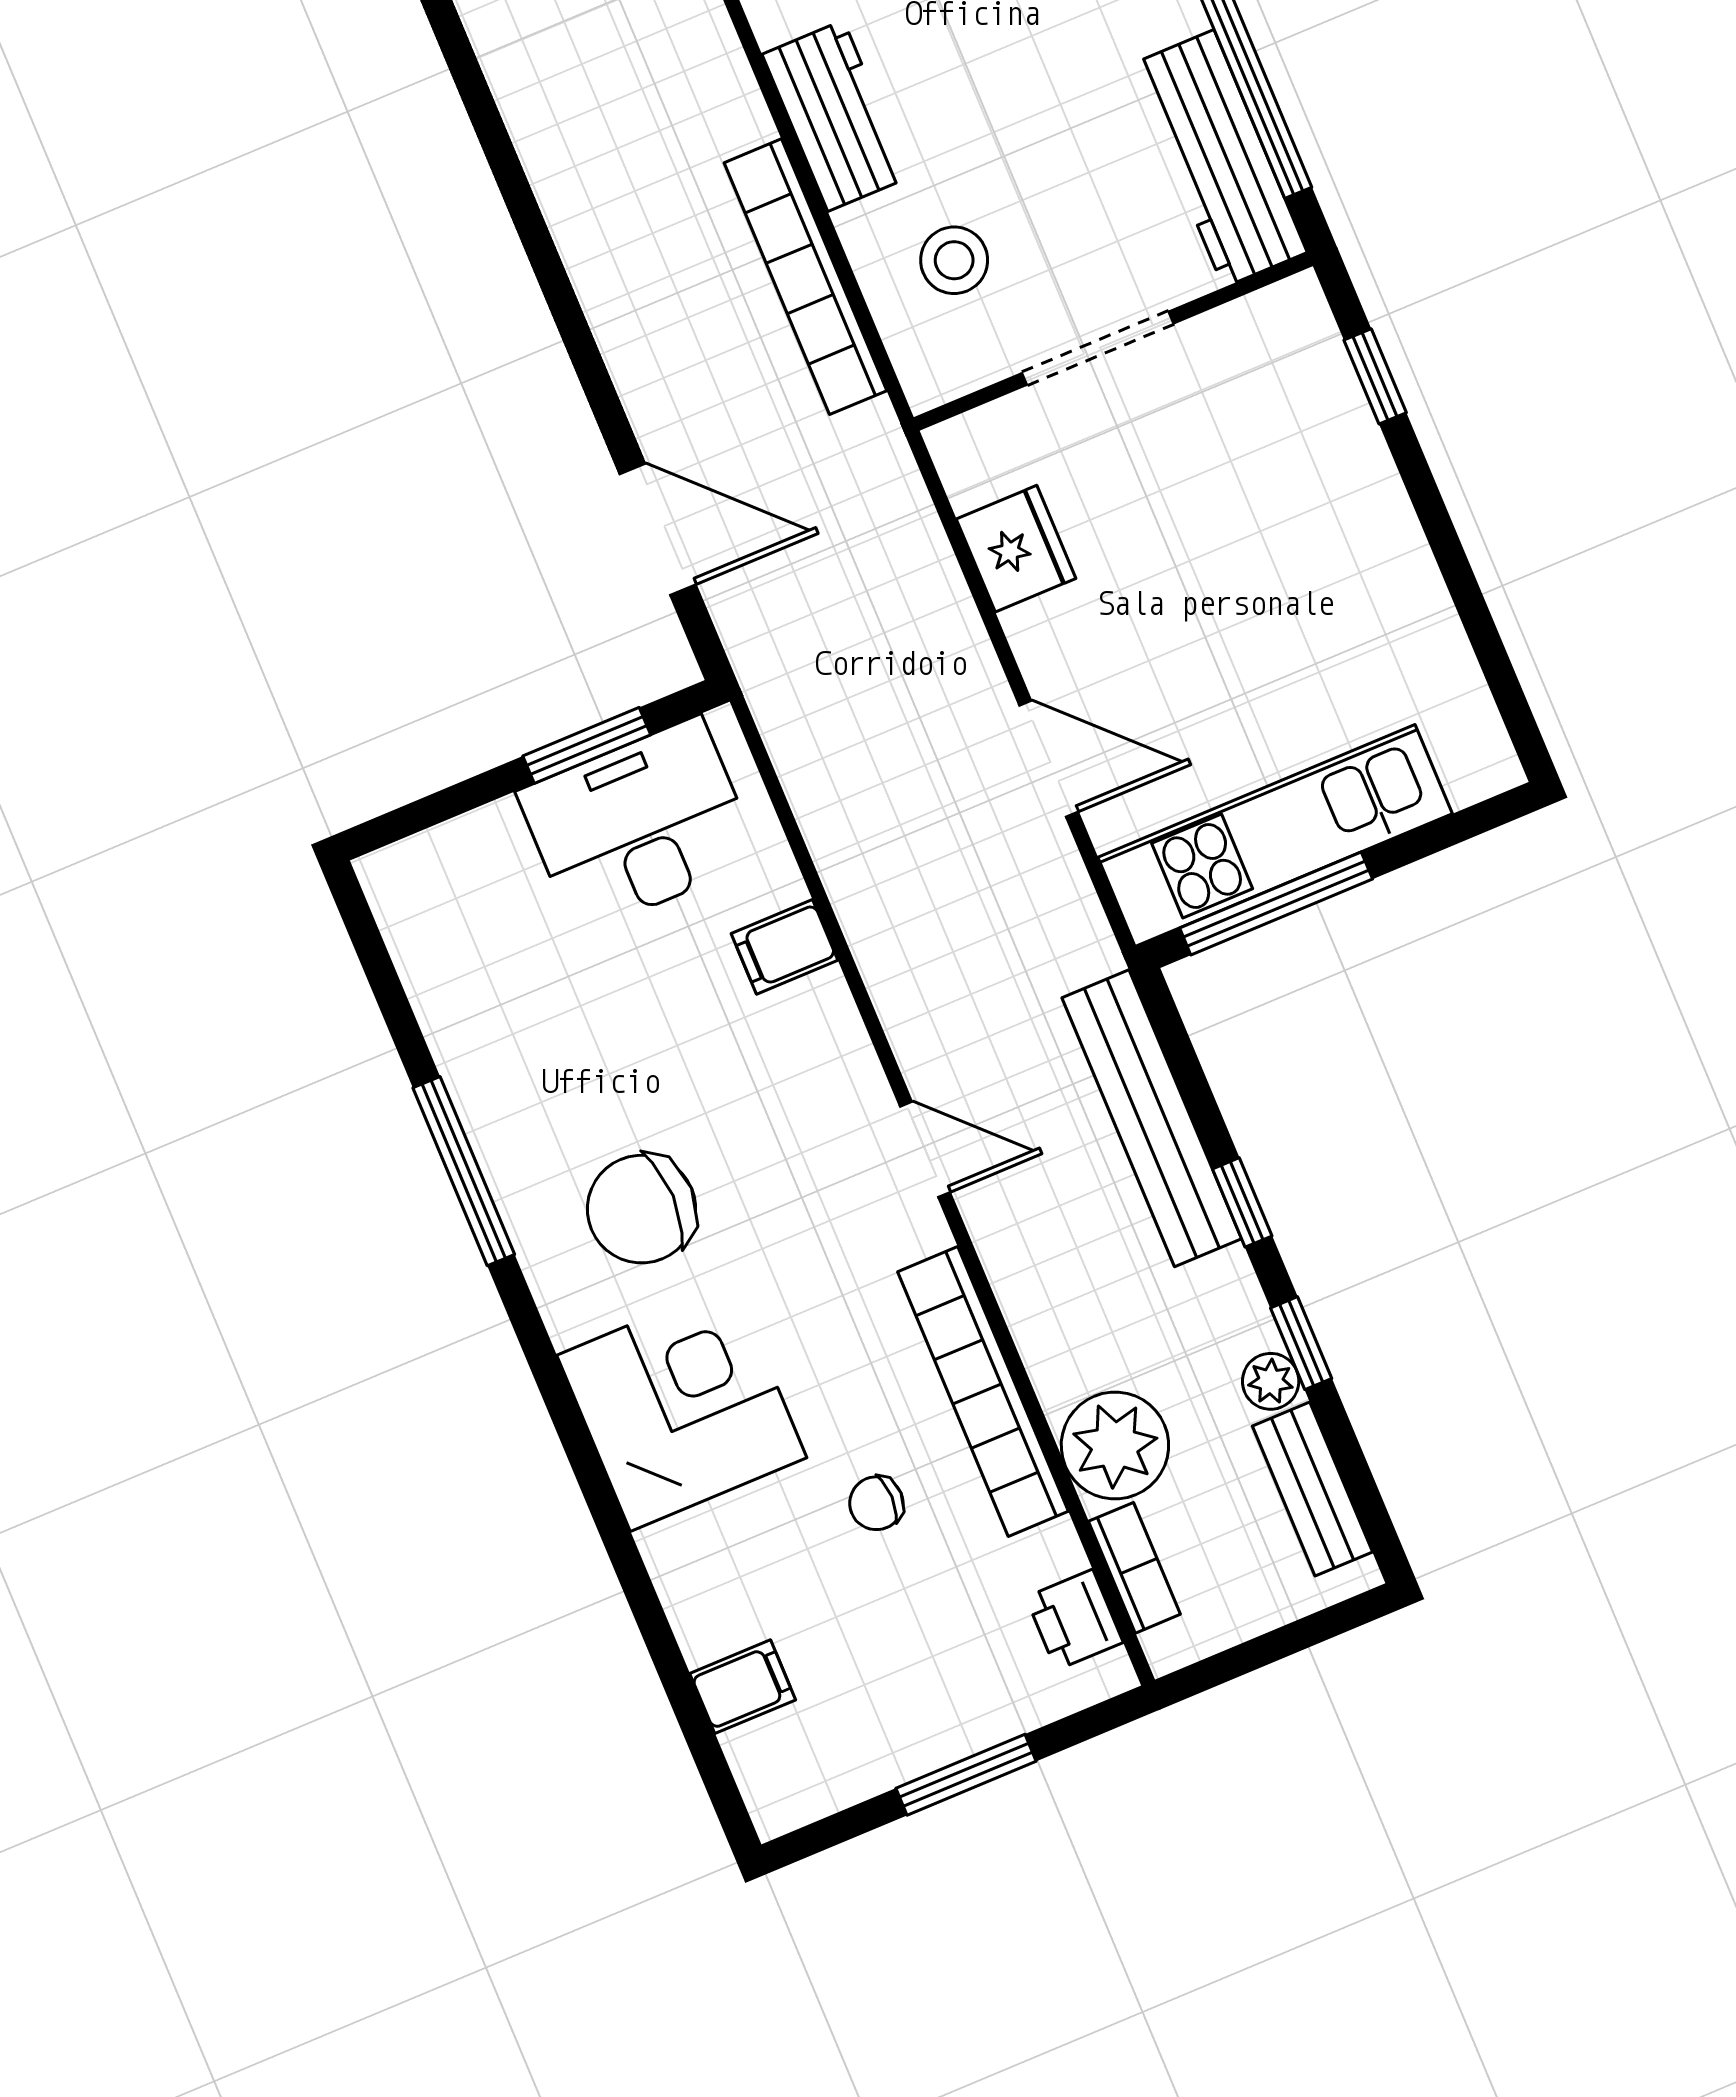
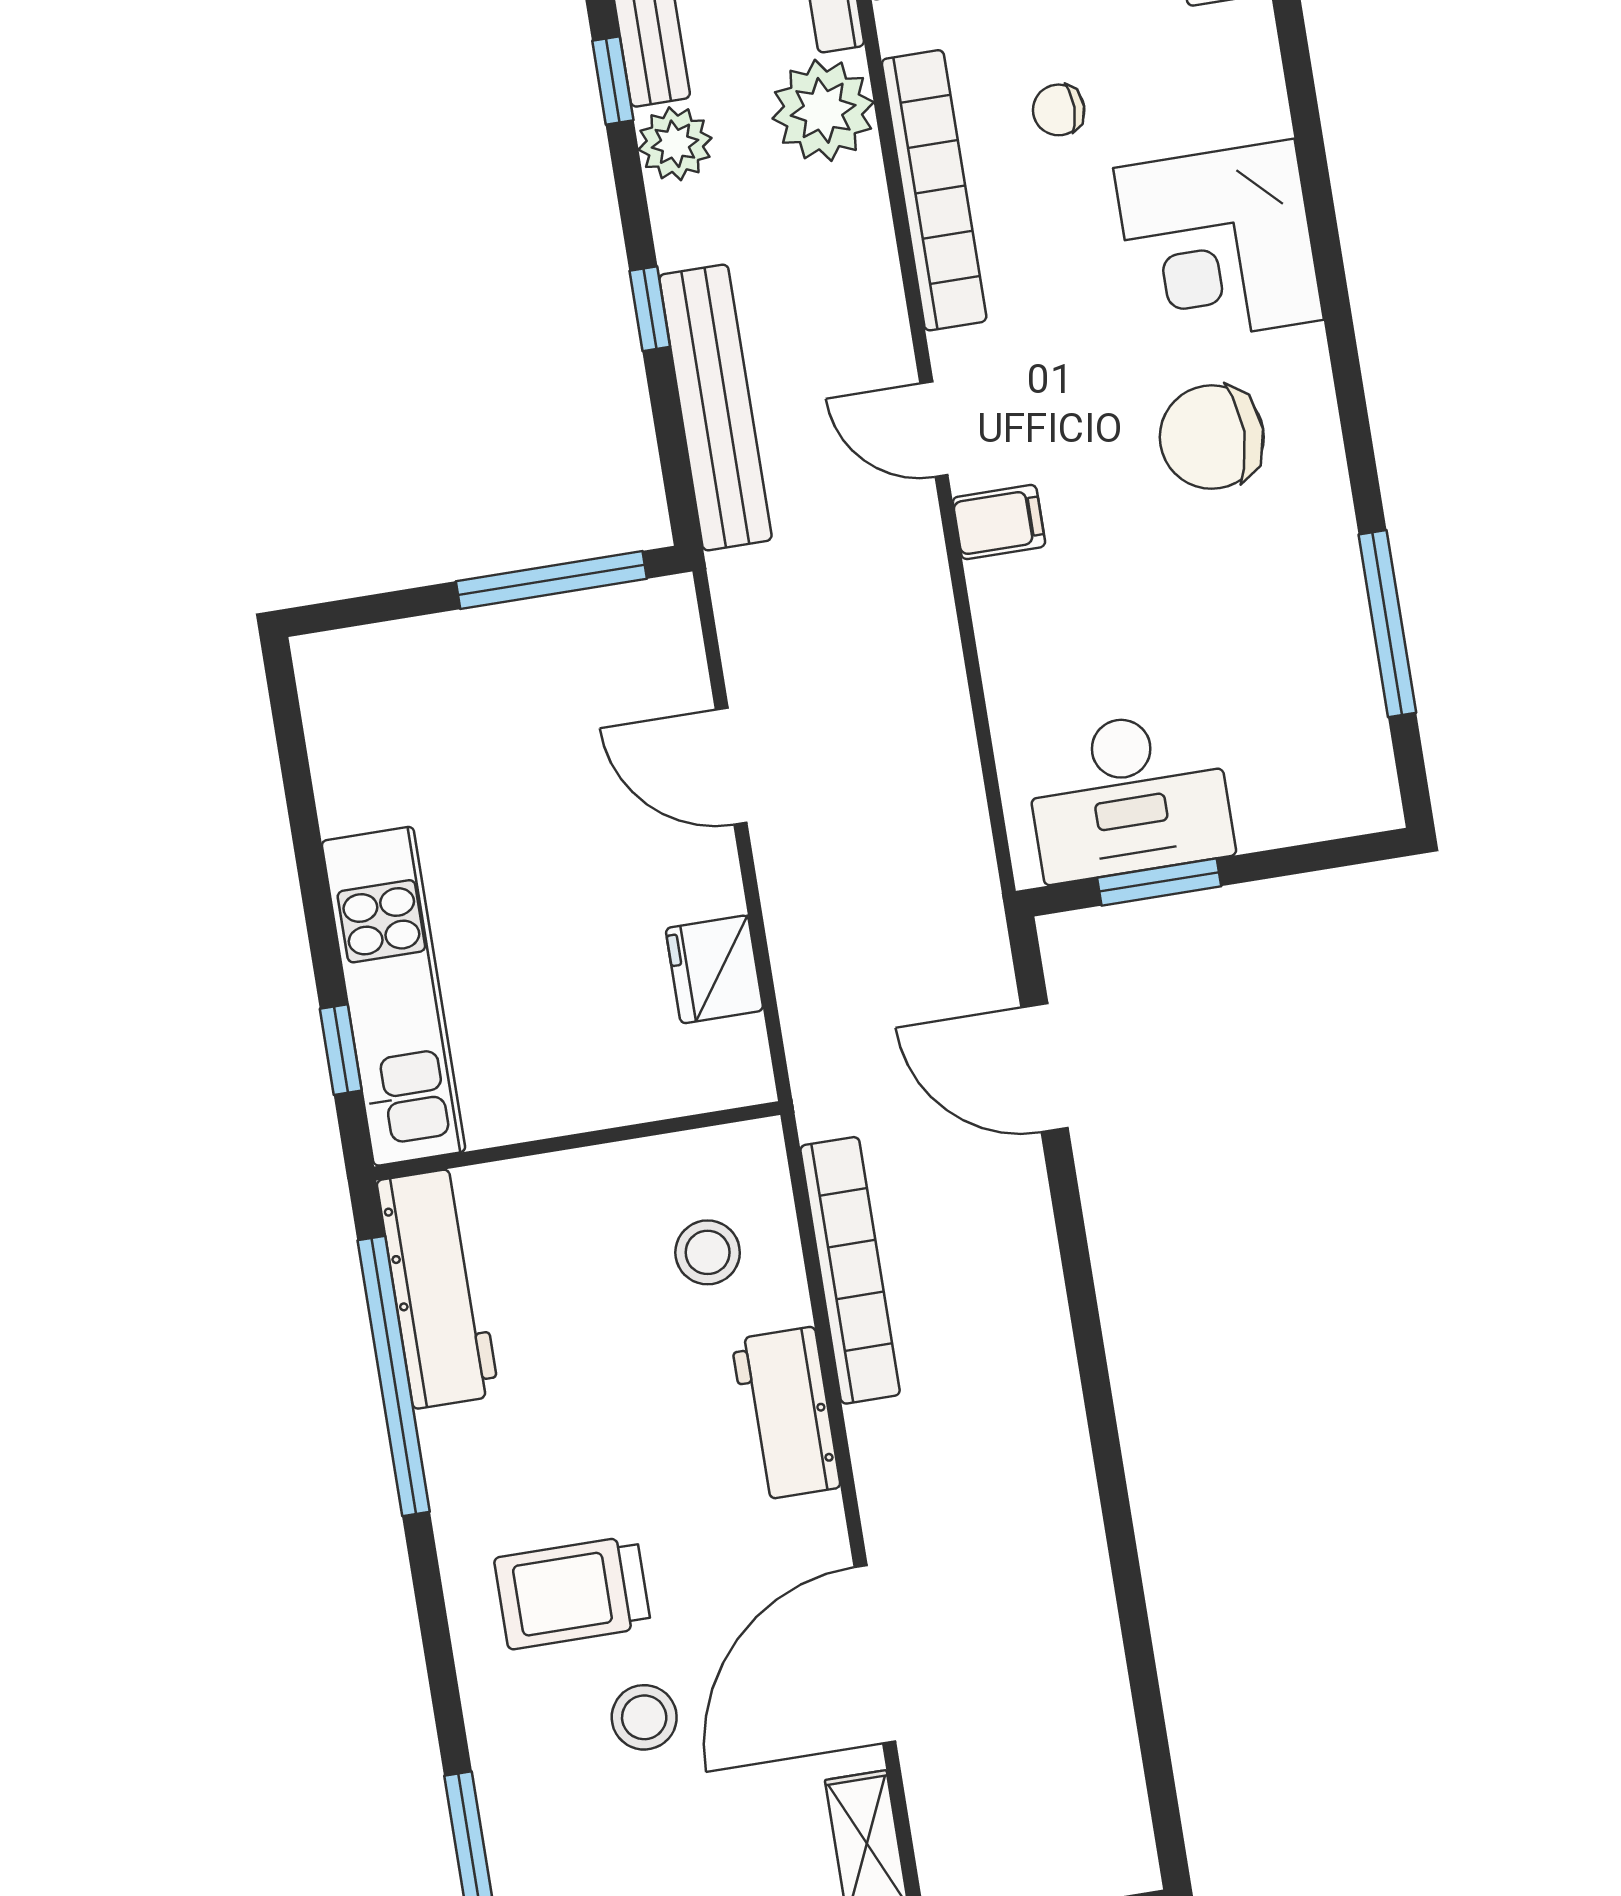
doorway: (1098, 348) -> (593, 1138), removed
kitchen unit: (1275, 835) -> (394, 996), moved, turned -90
filing cabinet: (785, 947) -> (999, 522), moved
window: (464, 1171) -> (1387, 624), moved
chair: (642, 1209) -> (1212, 437), turned 180
window: (1301, 1343) -> (613, 80), moved
plant: (1271, 1381) -> (675, 144), width x1.38, depth x1.38
chair: (876, 1503) -> (1059, 110), turned 180

